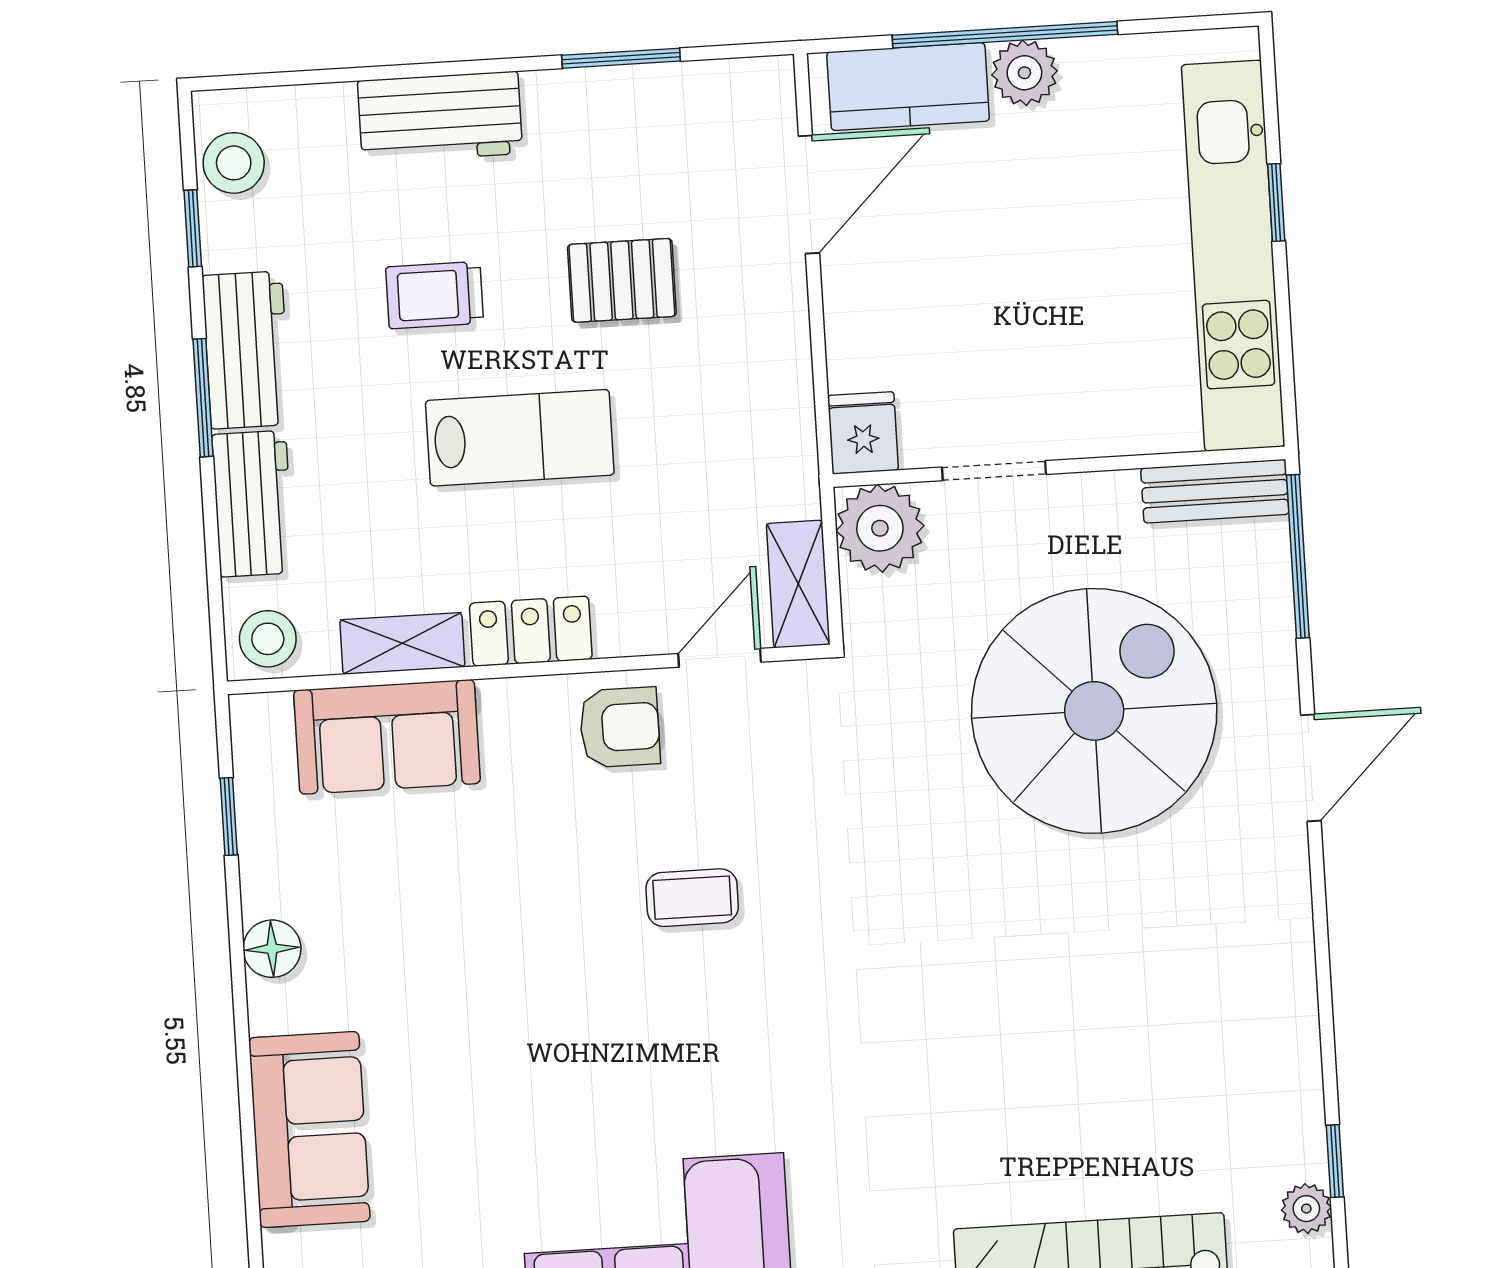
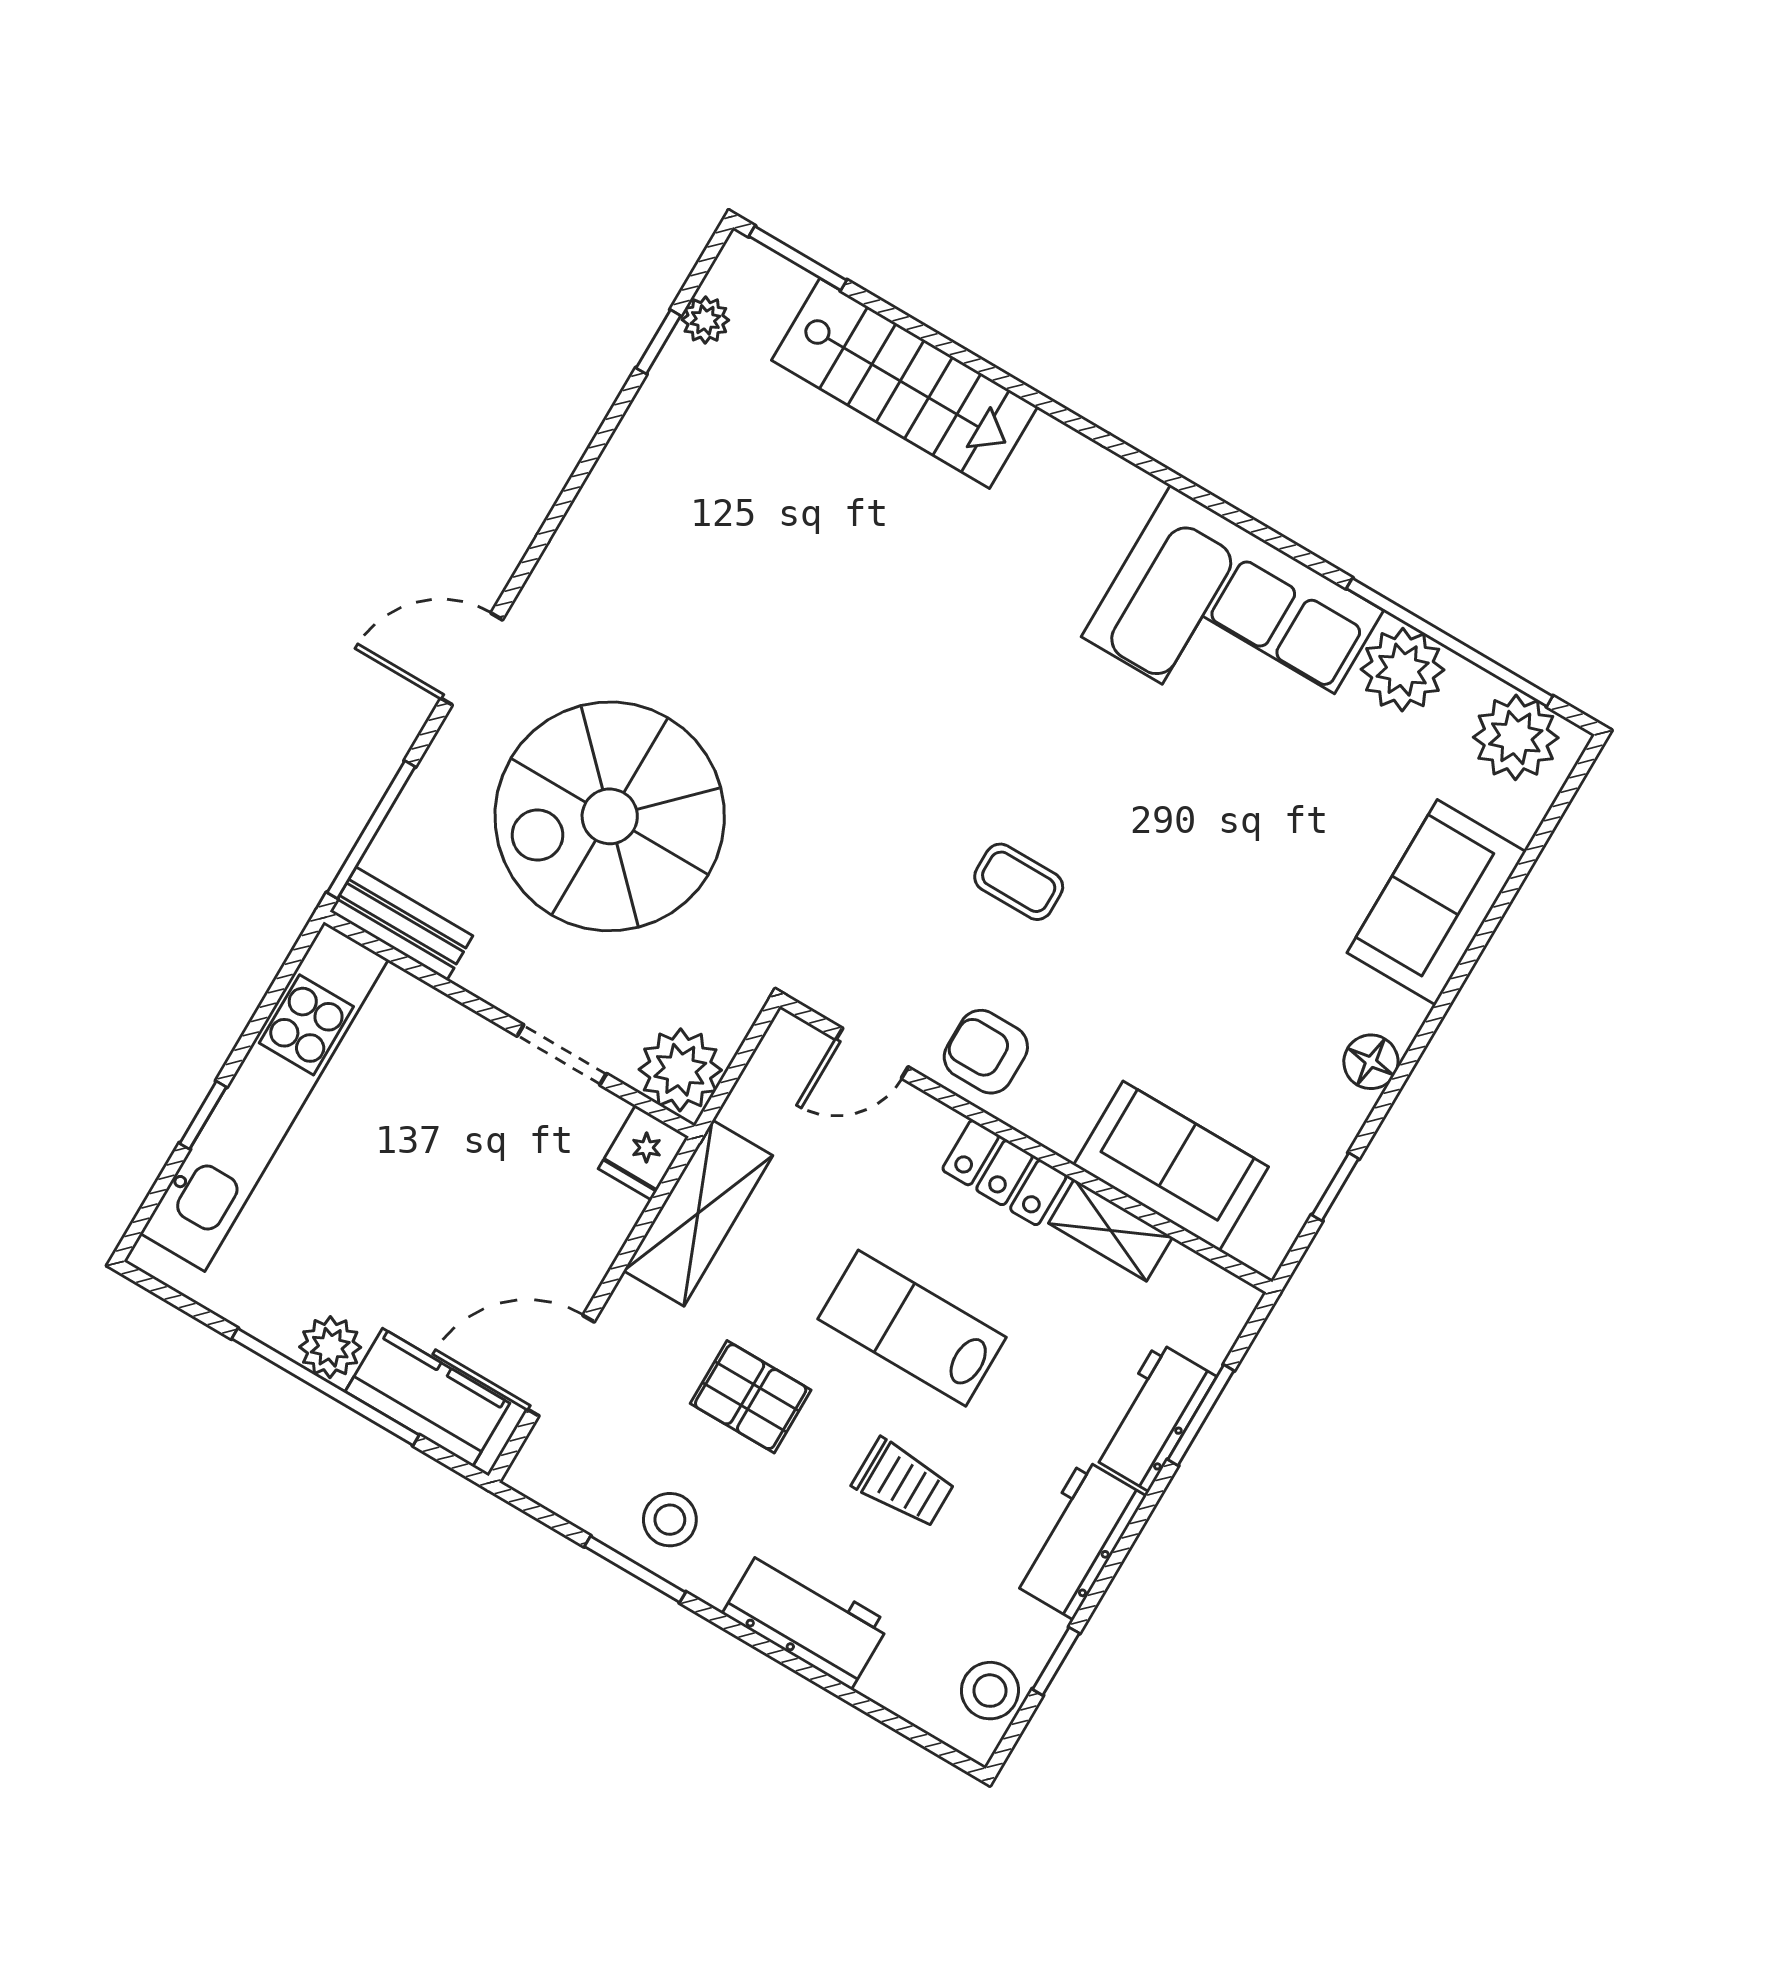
window: (203, 398) -> (1201, 1415), moved
shelving: (798, 584) -> (698, 1213), moved, width x1.50, depth x1.33
stool: (268, 639) -> (670, 1520), moved

